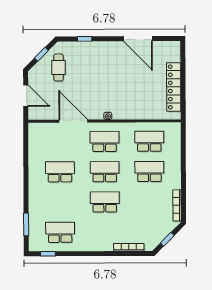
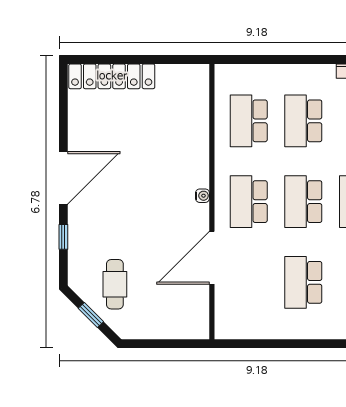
door: (138, 39) -> (63, 178), moved
cafe table: (58, 67) -> (115, 284), turned 90
locker: (174, 87) -> (112, 76), moved
door: (26, 96) -> (166, 344), removed

